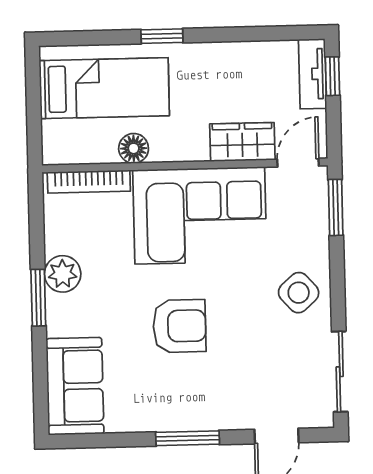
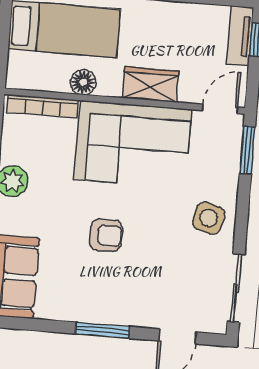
wardrobe: (242, 142) -> (151, 85), moved
side table: (299, 293) -> (209, 218), turned -32
armchair: (179, 326) -> (106, 235), width x0.72, depth x0.72

